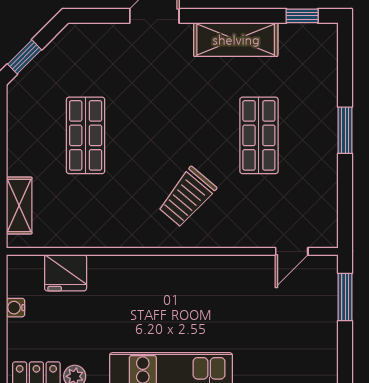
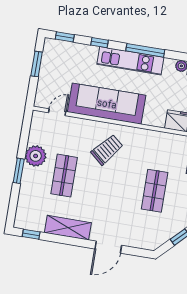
plant: (318, 163) -> (36, 156), added
sofa: (202, 283) -> (107, 104), added
window: (345, 297) -> (37, 64), moved

